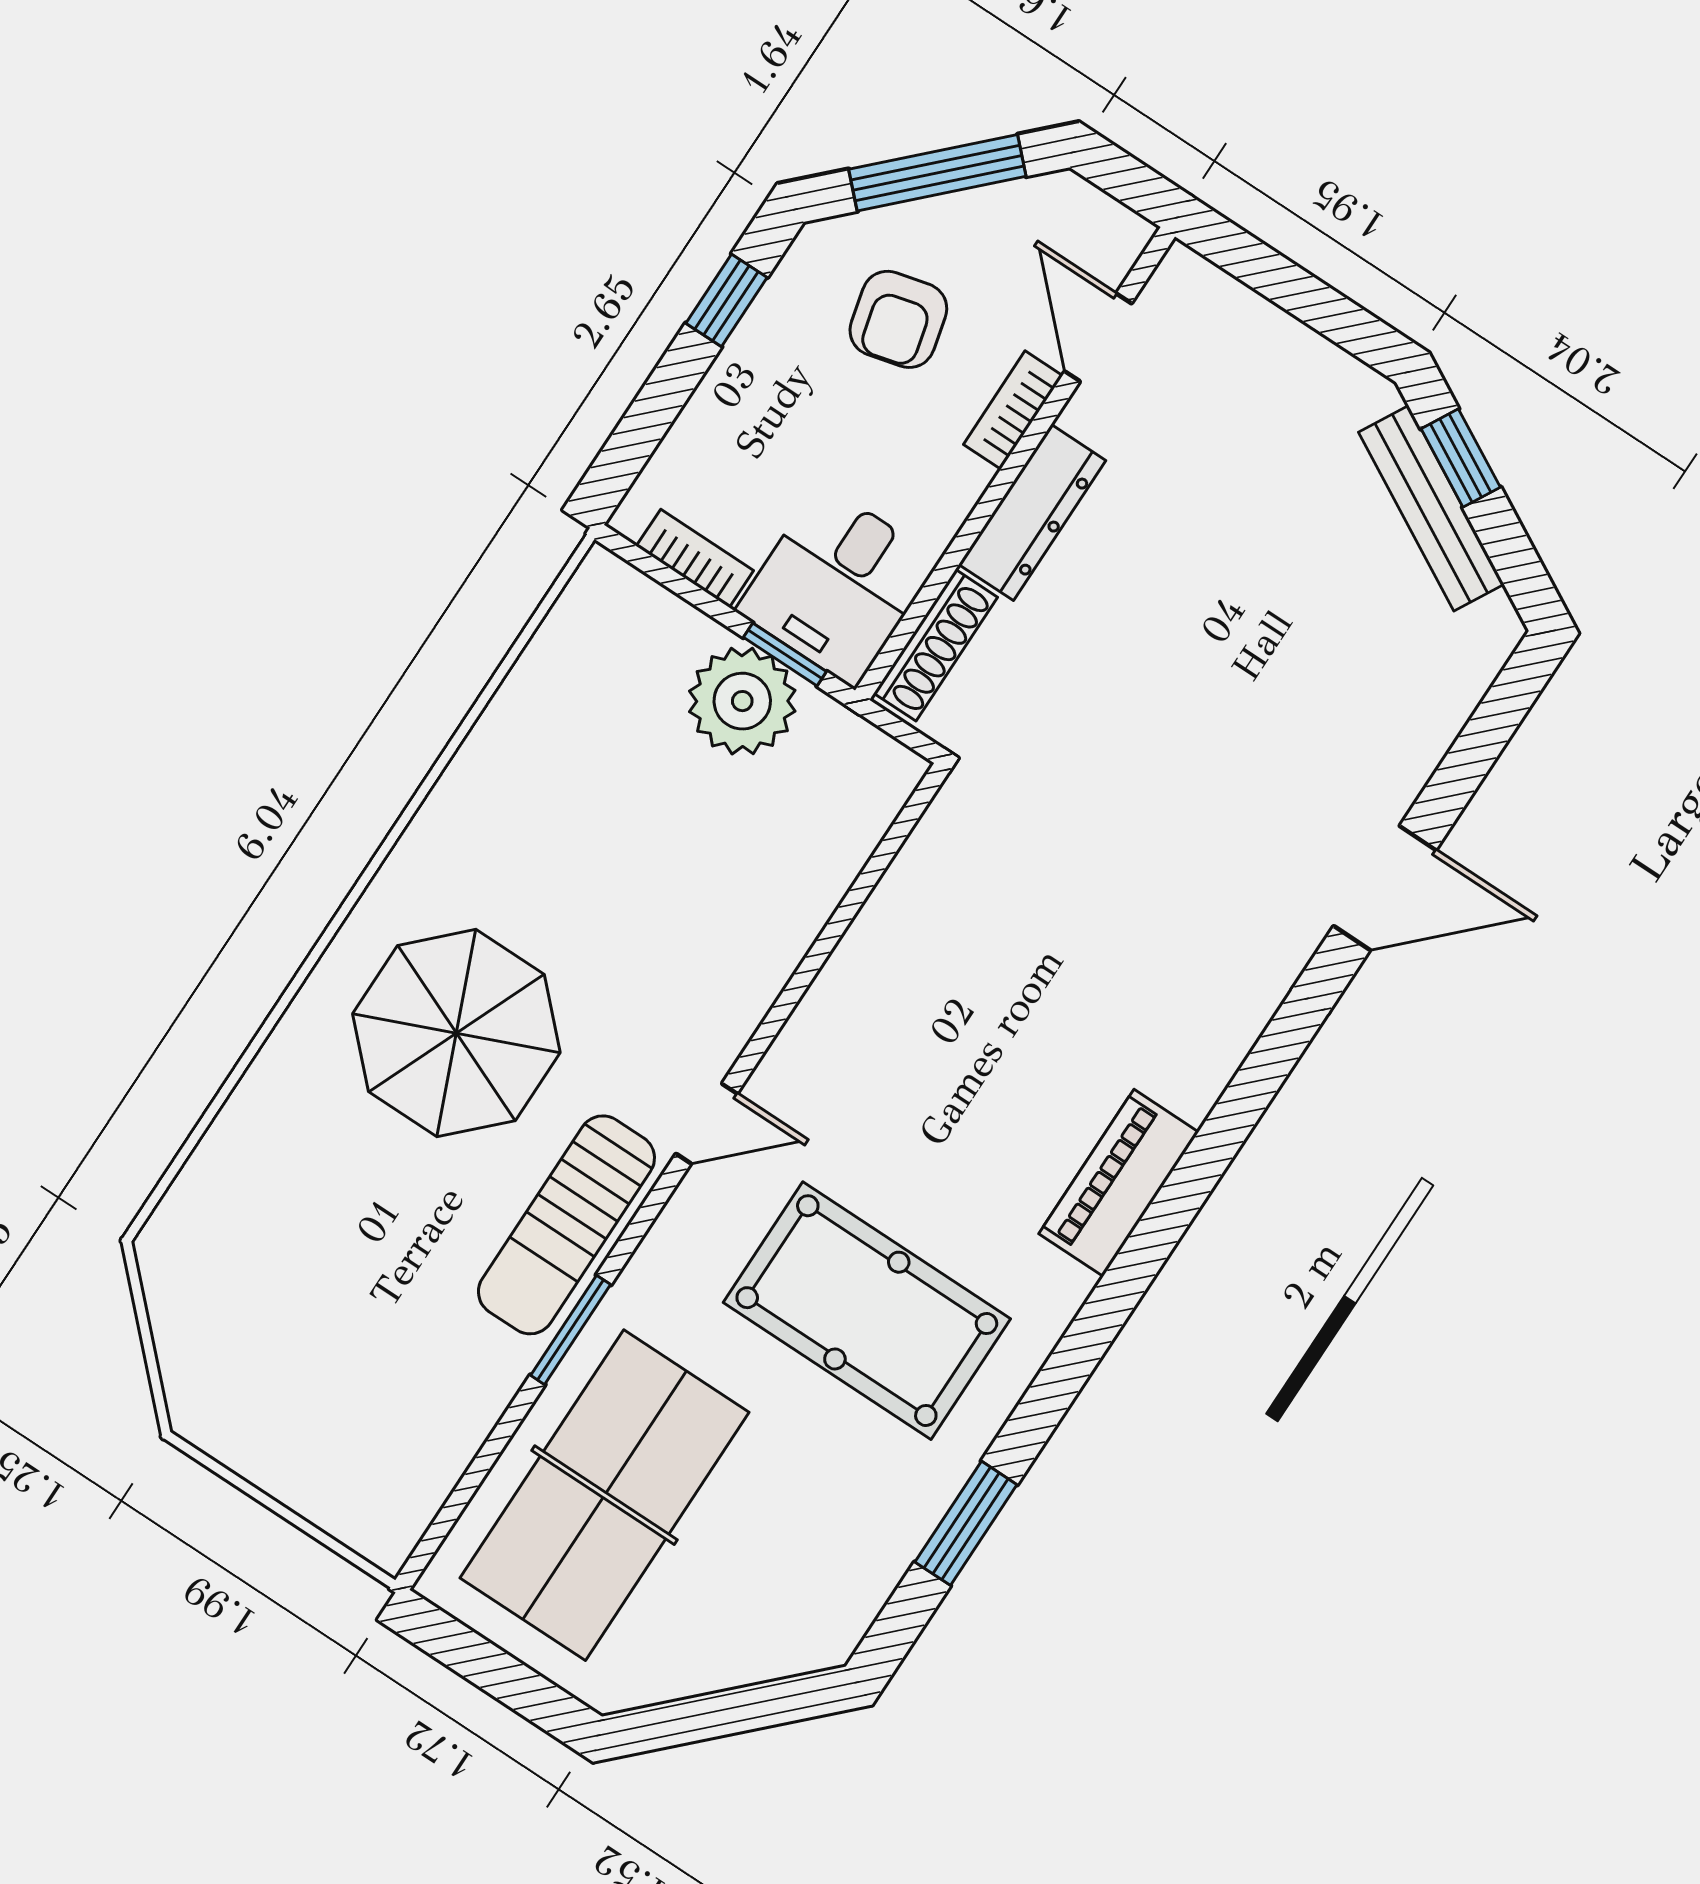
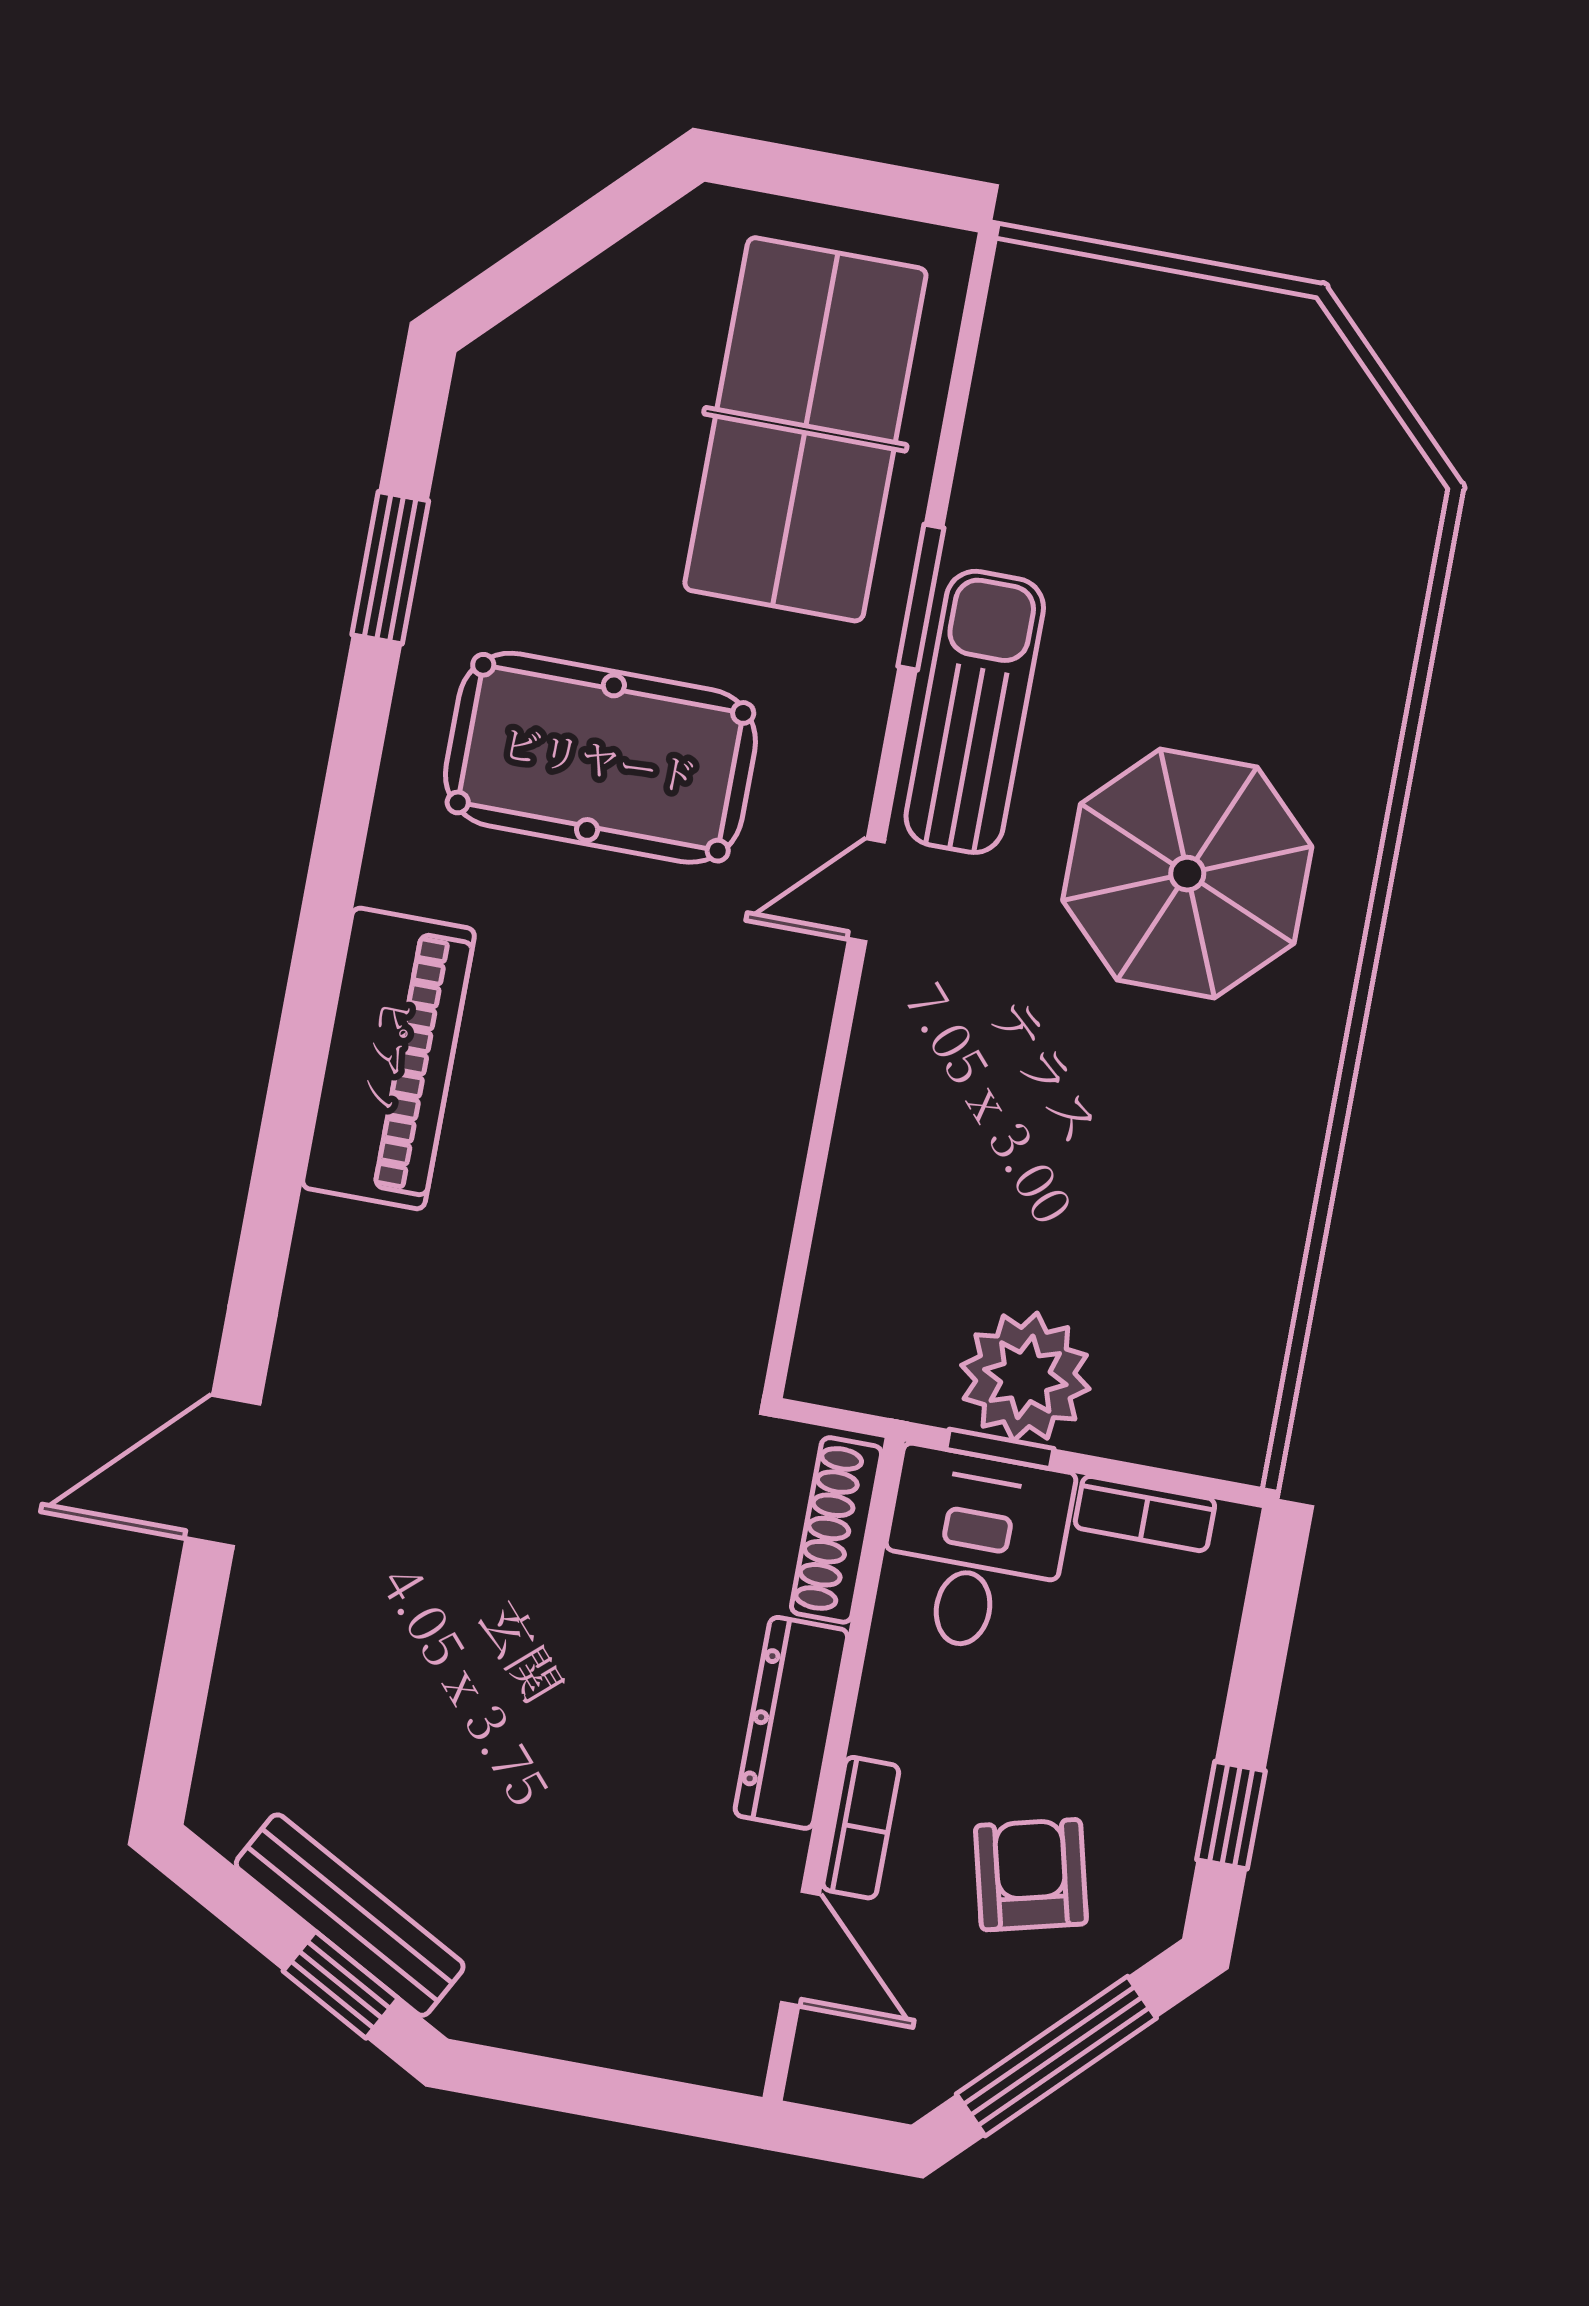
piano: (1119, 1183) -> (389, 1058), width x1.37, depth x1.33

